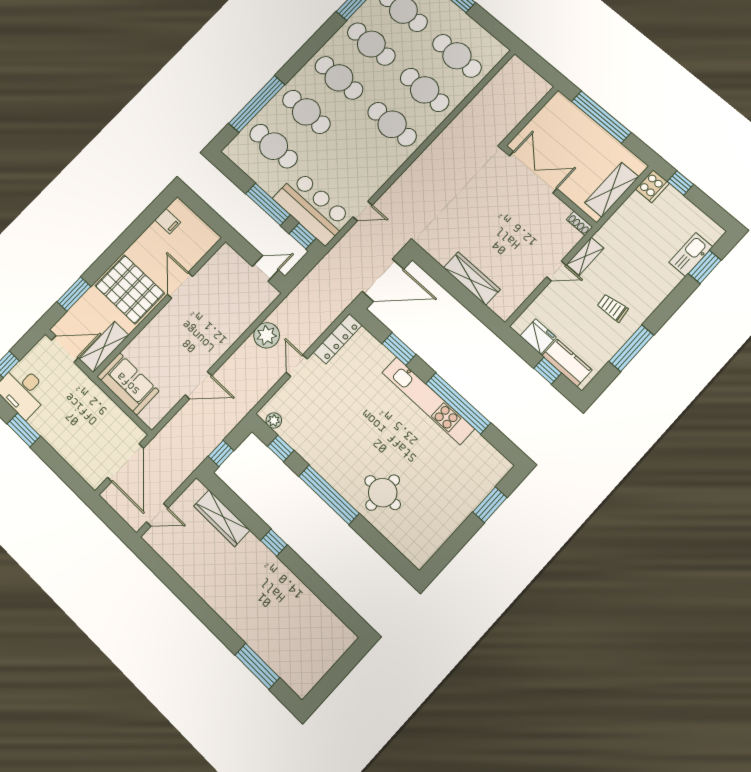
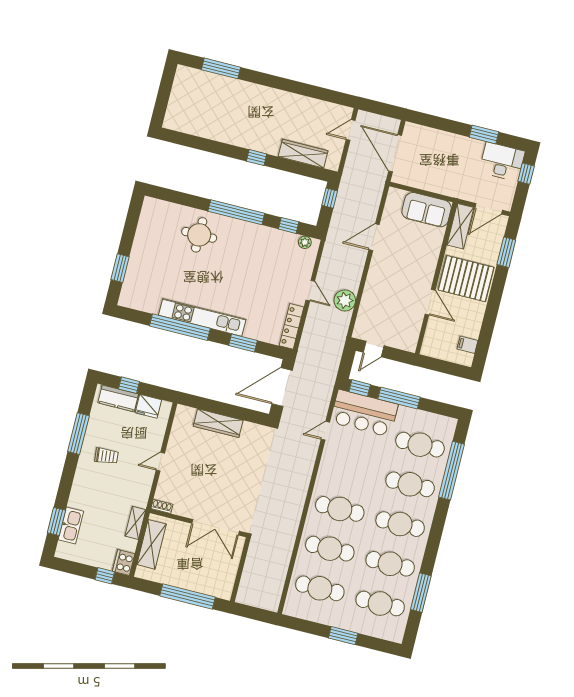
shelving: (585, 256) -> (135, 523), moved

